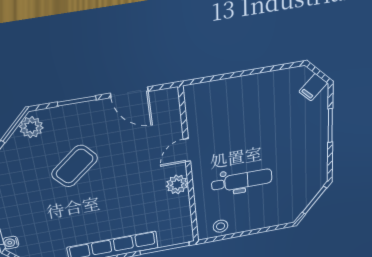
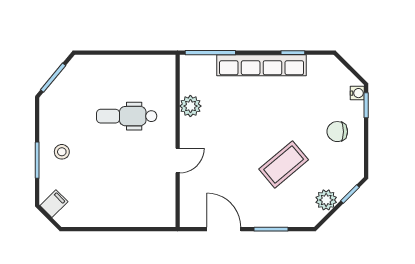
plant: (31, 127) -> (326, 200), moved
plant: (177, 184) -> (190, 106), moved
chair: (24, 206) -> (337, 132), added
stool: (221, 226) -> (62, 152), moved

